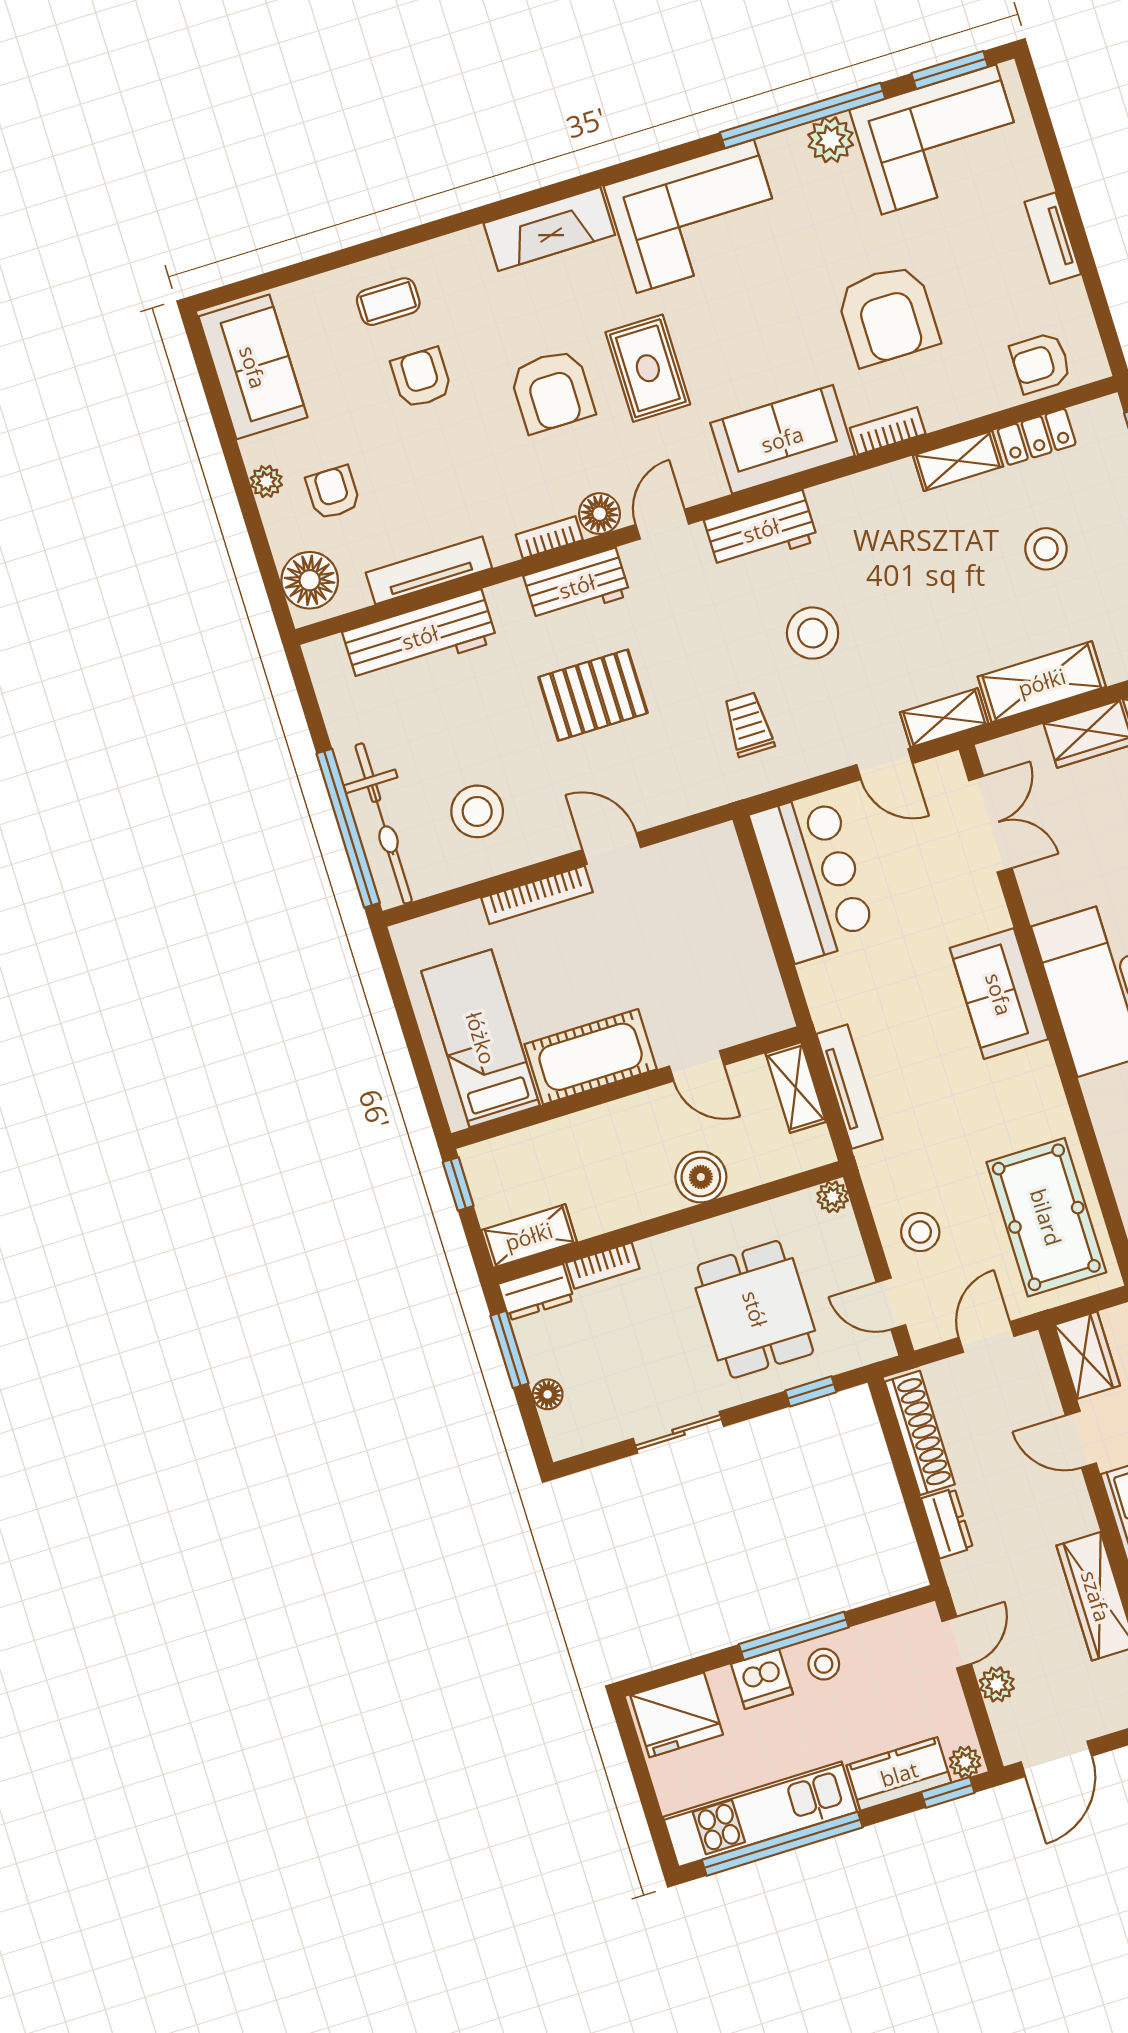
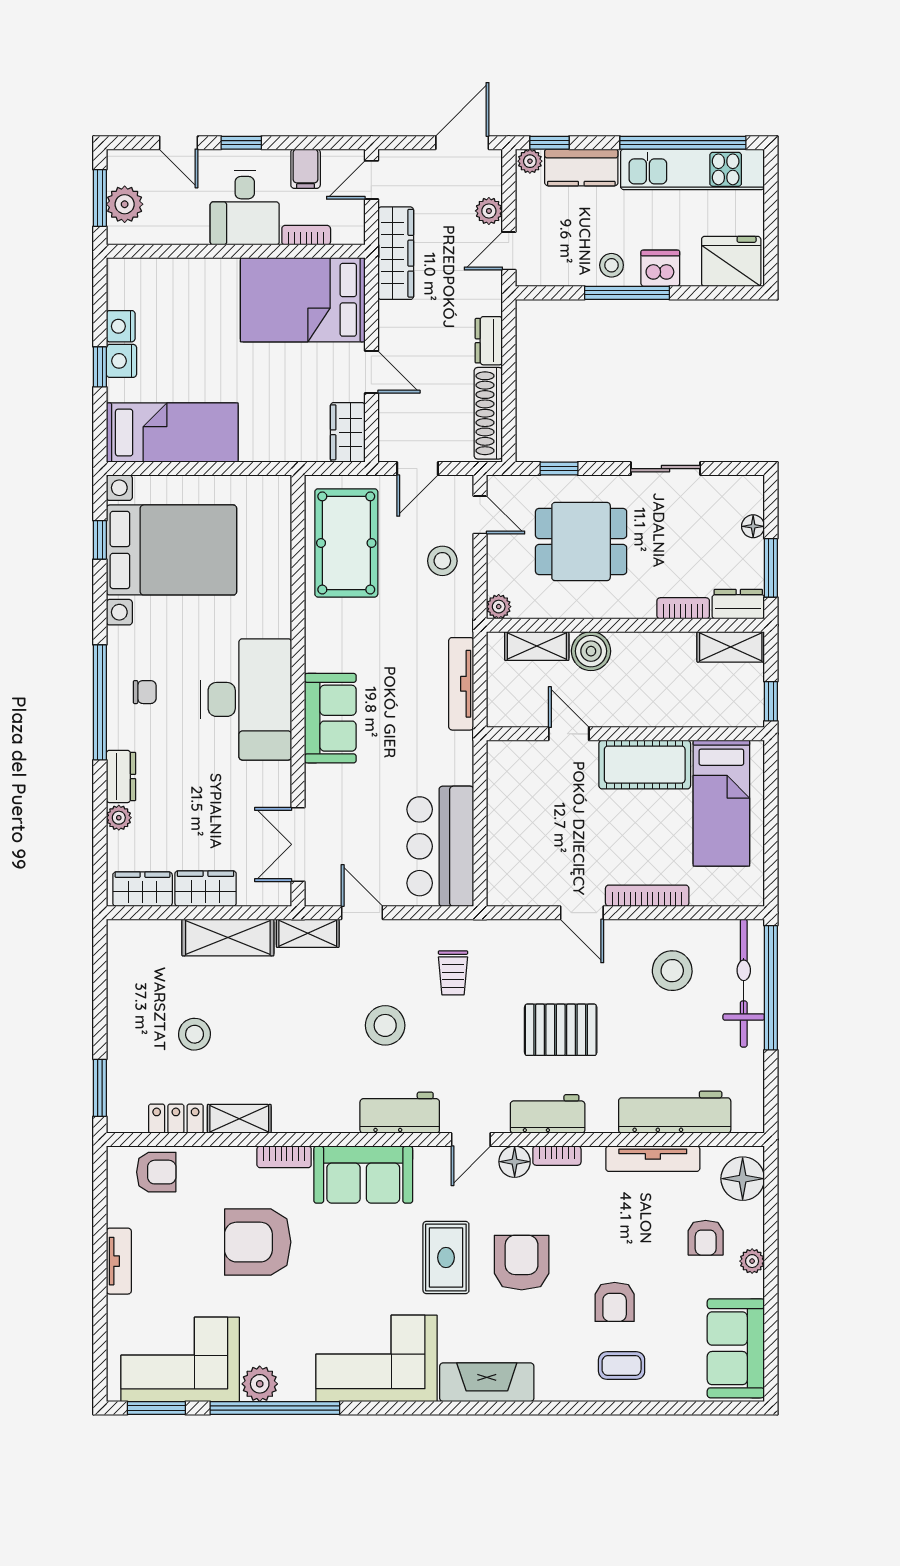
armchair: (888, 315) -> (258, 1242), turned -90
shelving: (796, 1087) -> (537, 646), moved, turned 90
dining table: (755, 1309) -> (581, 542), turned 90

